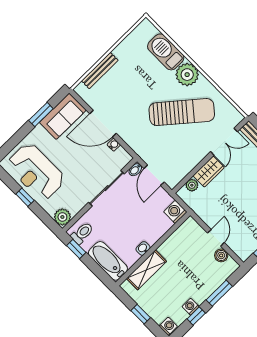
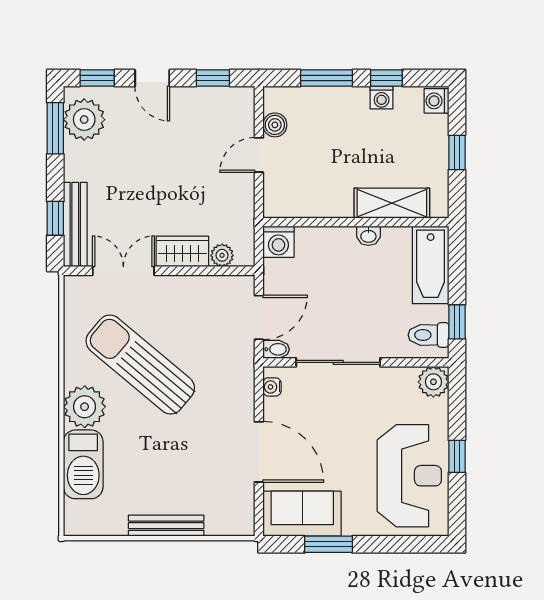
bench: (100, 71) -> (166, 526), moved
water cooler: (114, 145) -> (272, 387), moved

